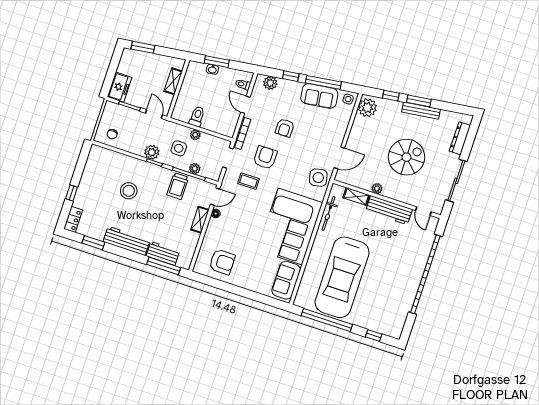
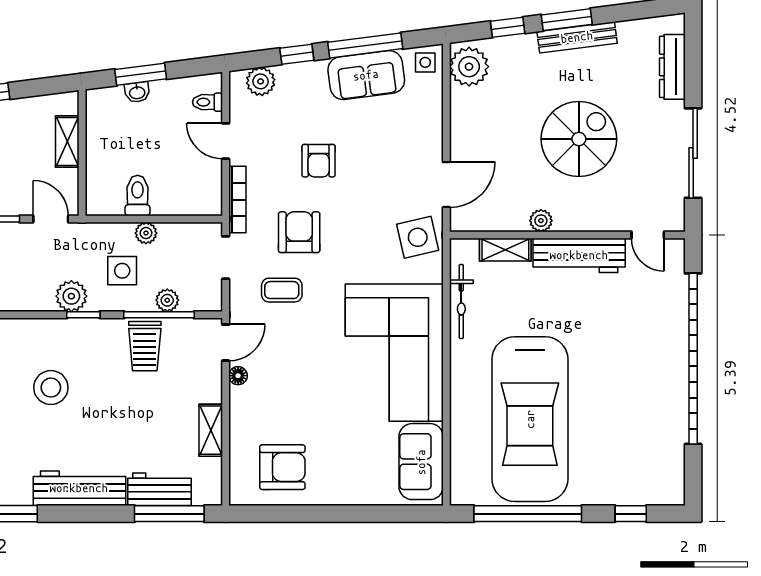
shelving: (200, 220) -> (211, 430), moved

